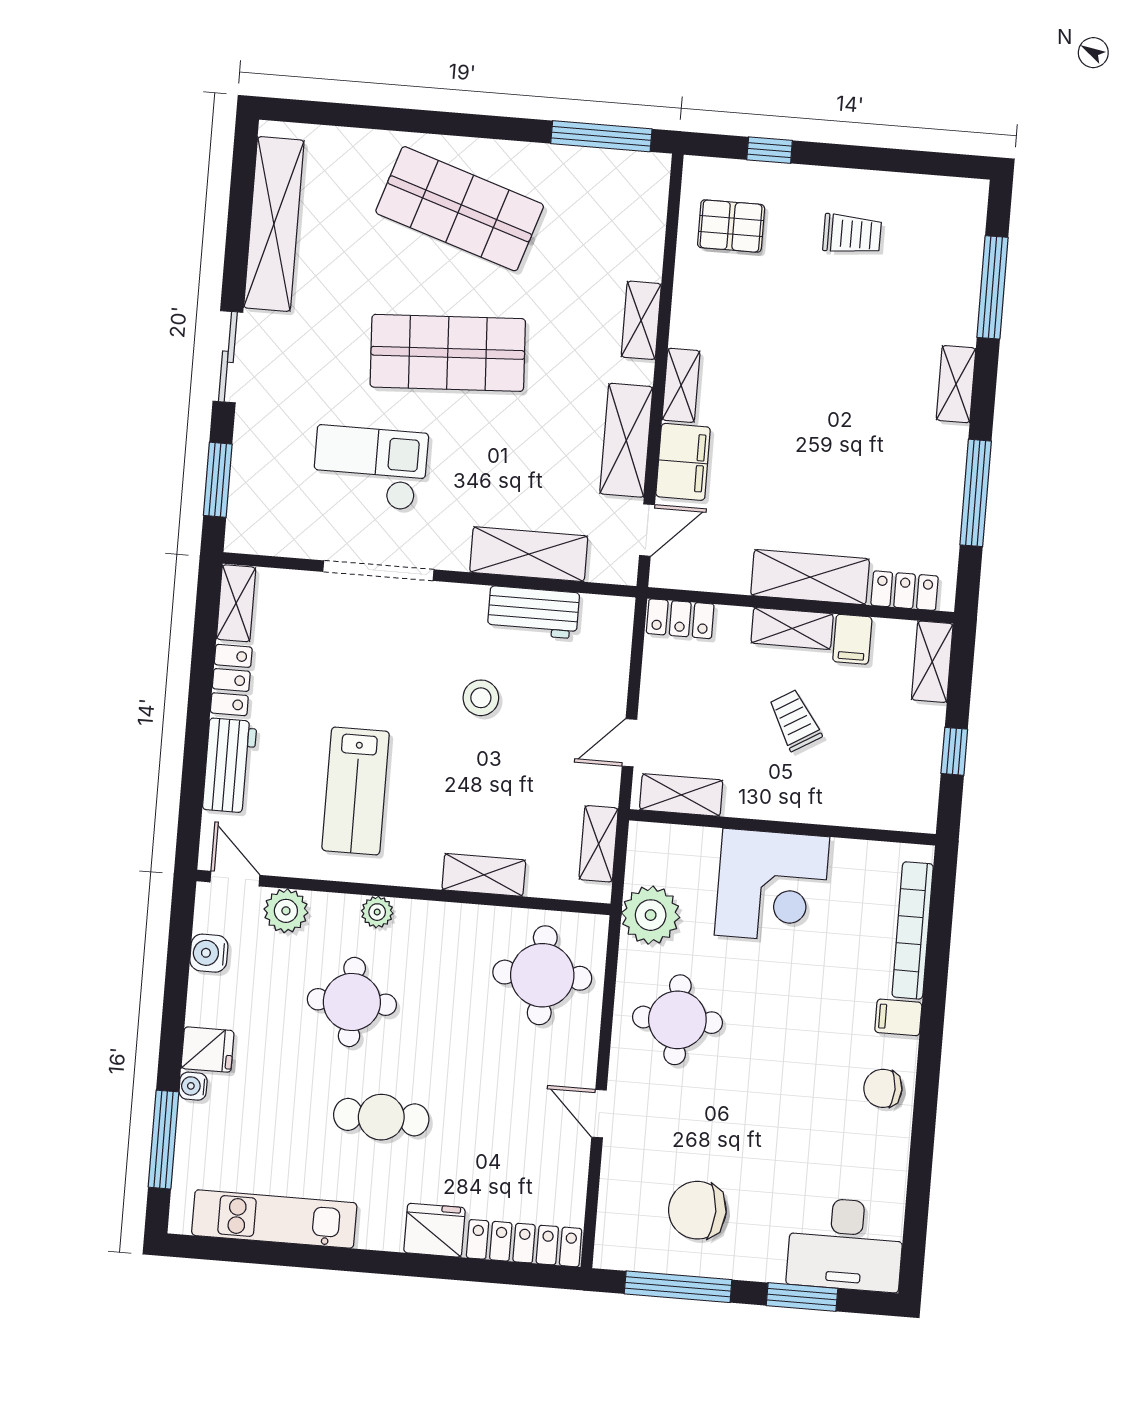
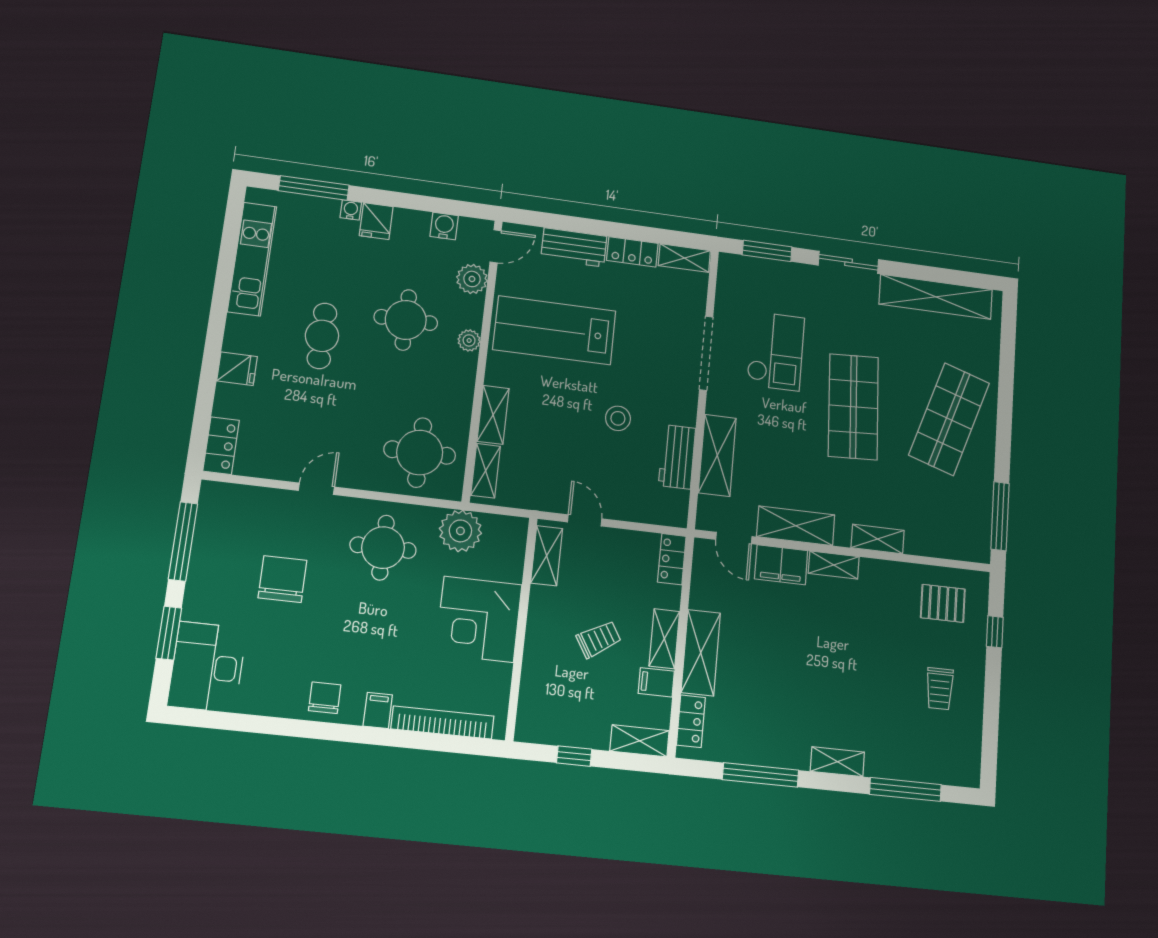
pallet: (731, 226) -> (943, 603), turned 90
lab bench: (356, 791) -> (555, 330), width x1.36, depth x1.39
shelving: (599, 844) -> (486, 471), moved, turned 90
chair: (697, 1210) -> (282, 579), moved
fridge: (434, 1230) -> (237, 369), width x0.72
locker: (524, 1243) -> (221, 446), width x0.66

